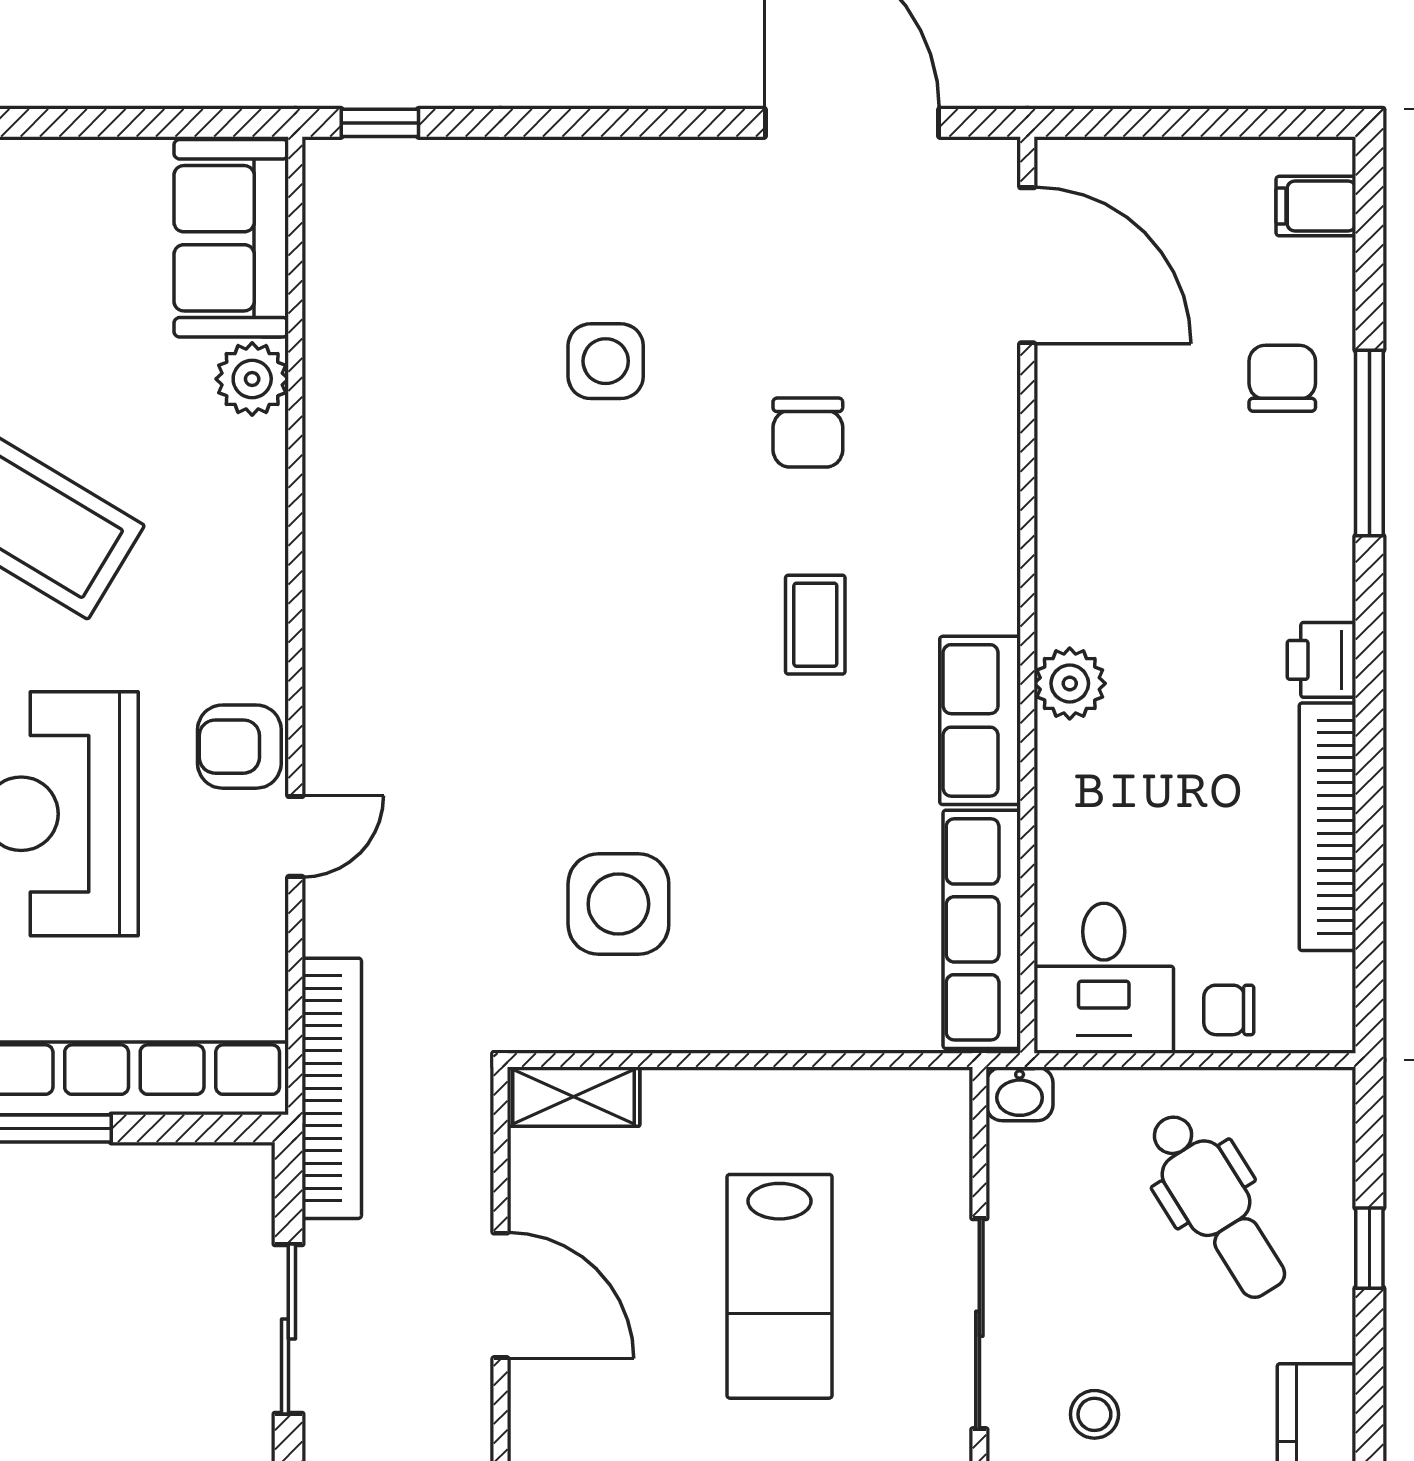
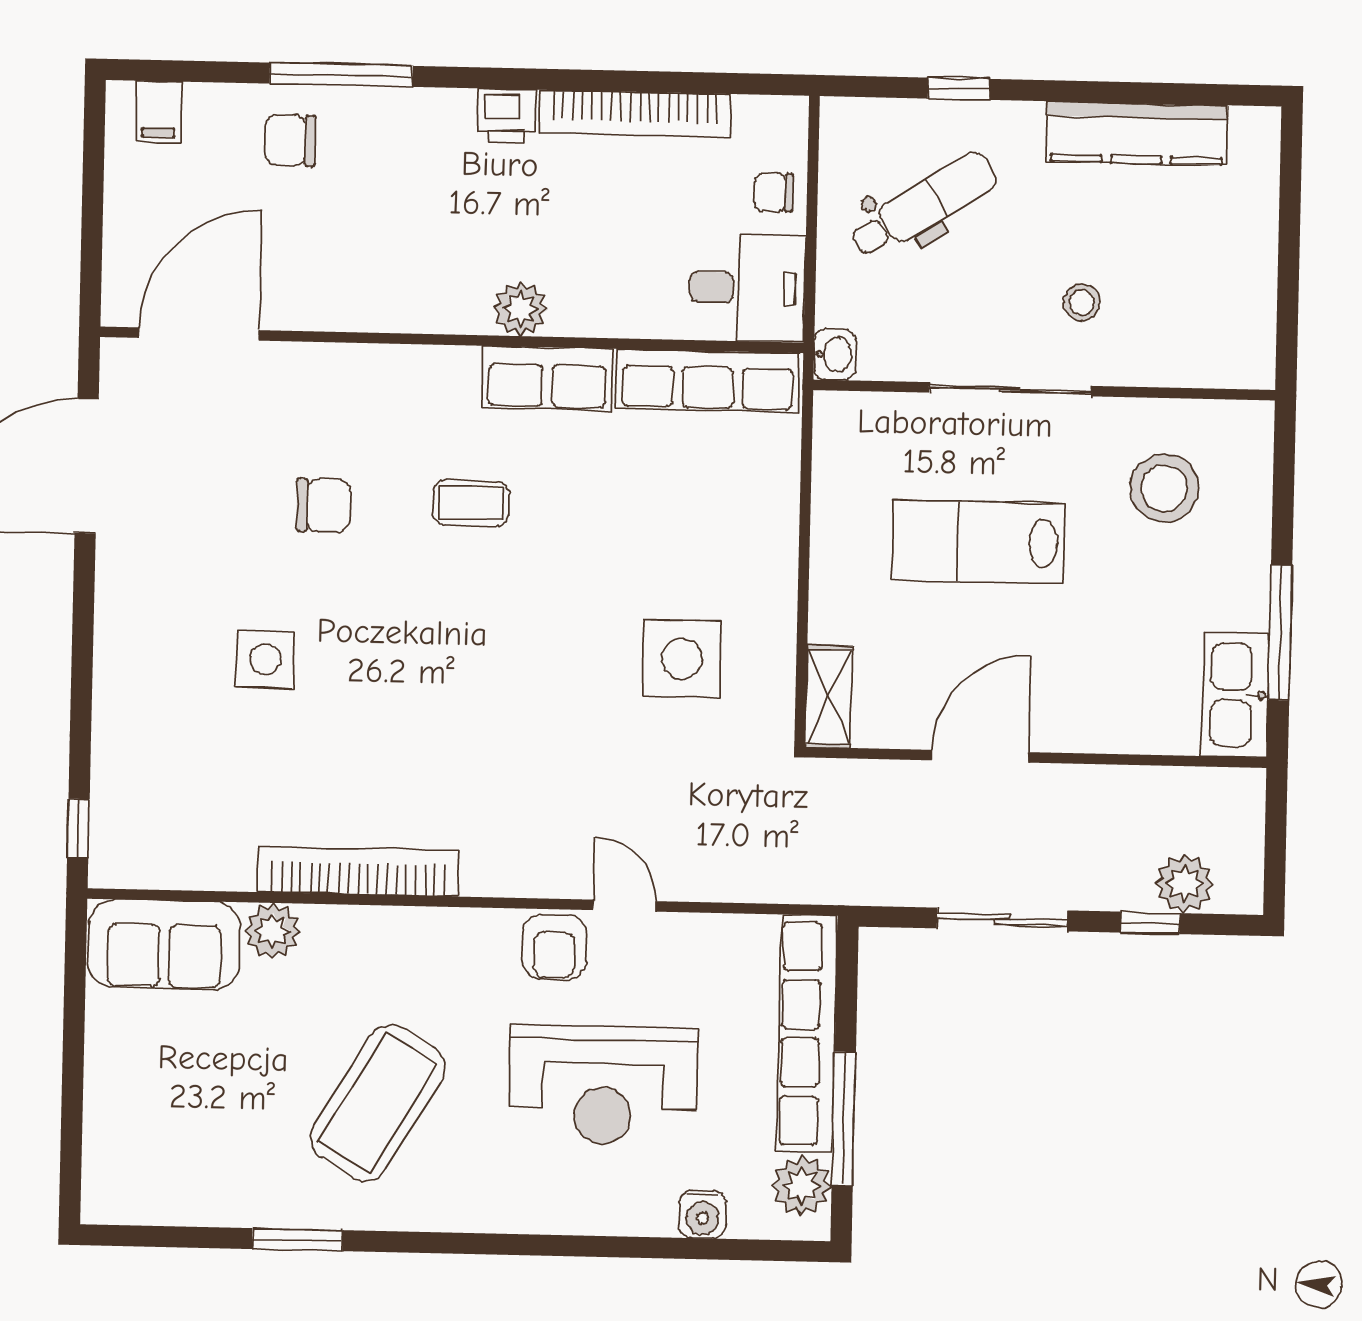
chair: (1229, 1010) -> (774, 192), turned 90
bookcase: (332, 1088) -> (358, 872), moved
lab bench: (780, 1286) -> (978, 542), turned 180

